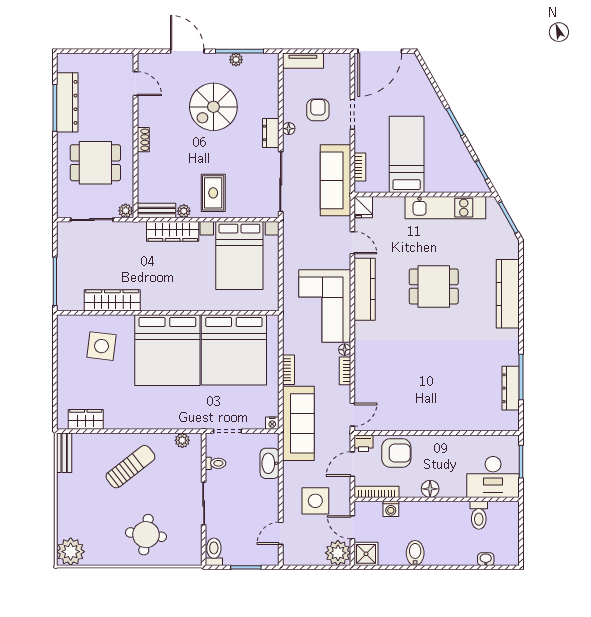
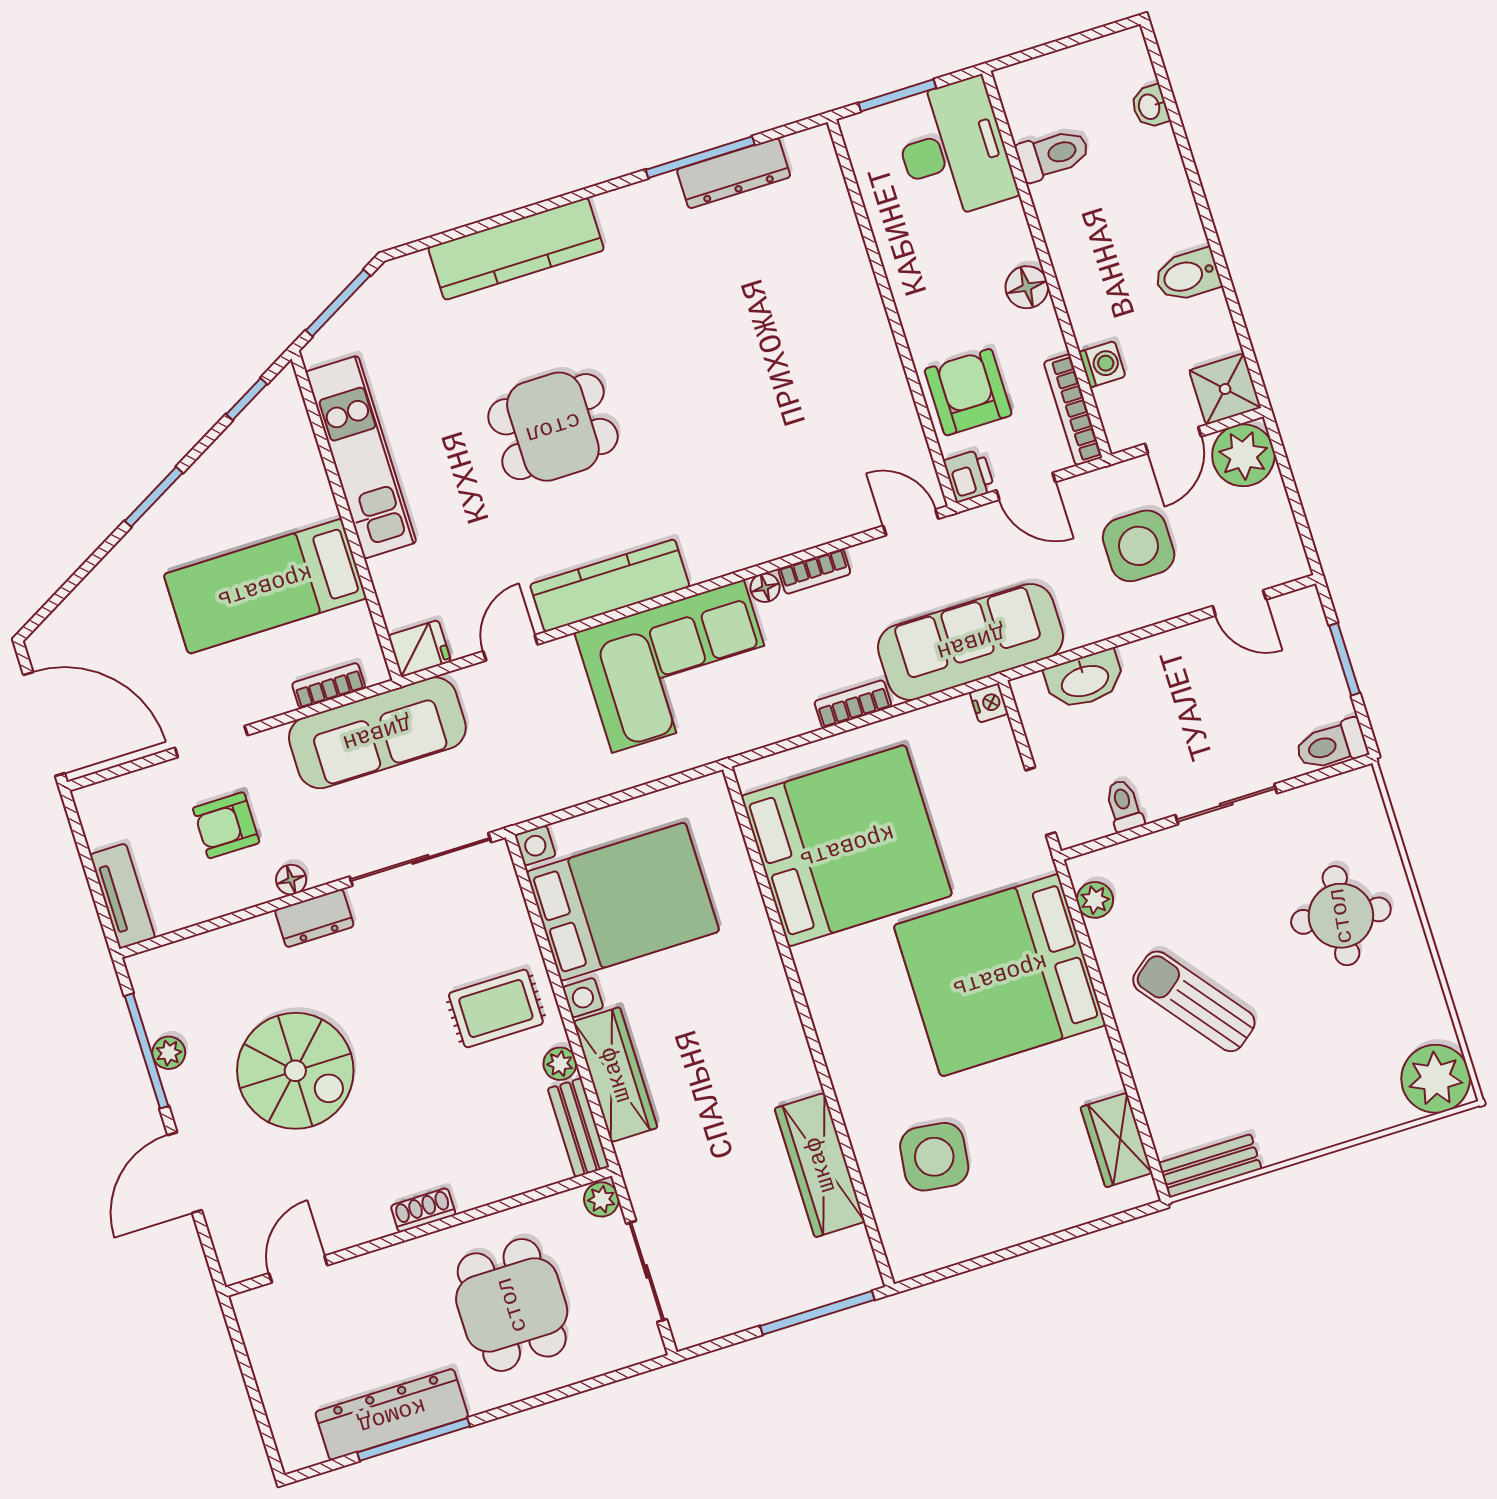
dining table: (434, 286) -> (553, 427), turned 90
bed: (167, 350) -> (1000, 975), moved, turned 180

